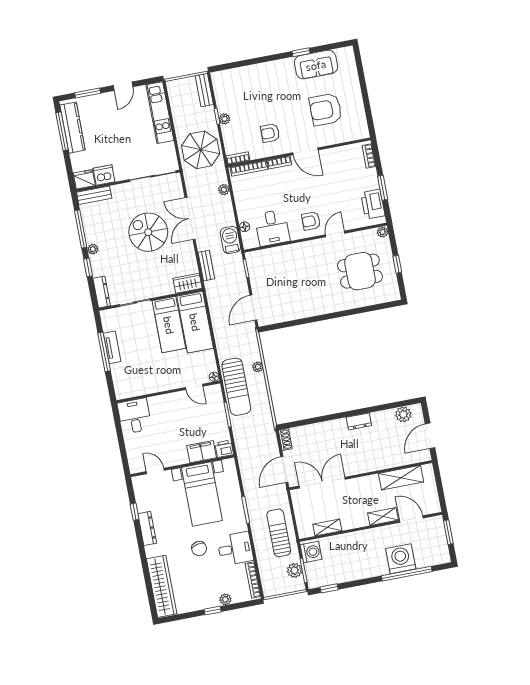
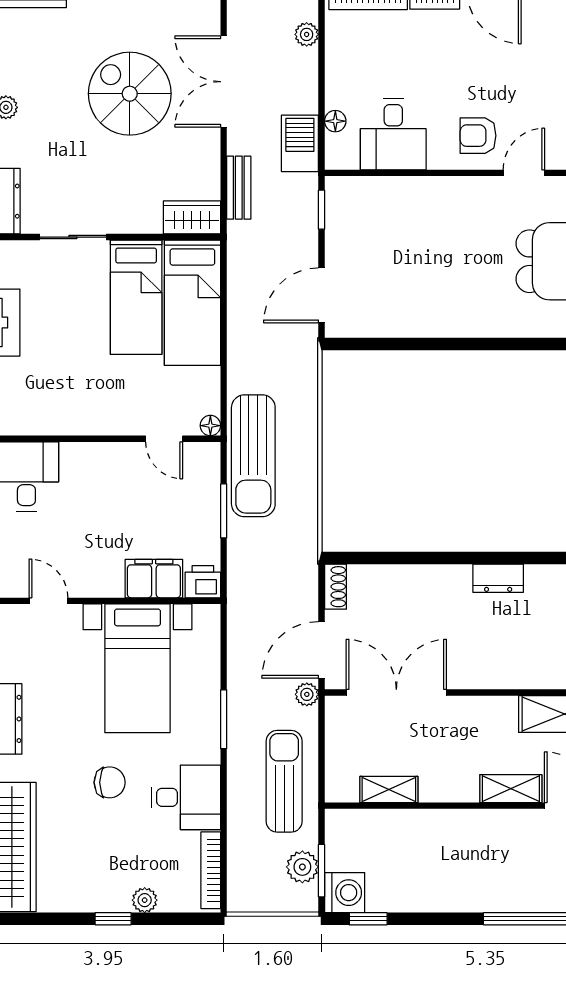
plant: (258, 367) -> (307, 694), moved
chair: (199, 549) -> (110, 782), turned -79
washing machine: (311, 552) -> (345, 893), moved
washing machine: (401, 559) -> (531, 885), removed

